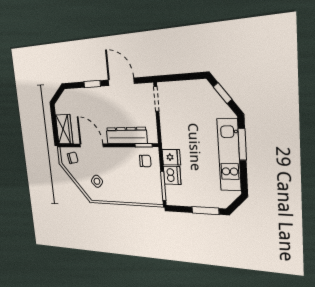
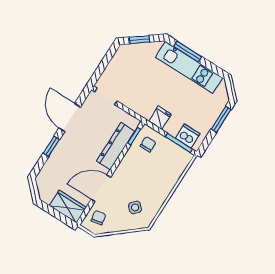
door: (121, 82) -> (70, 117), hinge flipped
dishwasher: (172, 175) -> (188, 136), moved

